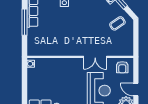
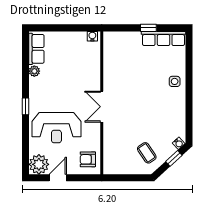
window: (25, 22) -> (148, 28), width x0.46
double door: (95, 57) -> (102, 107), moved

